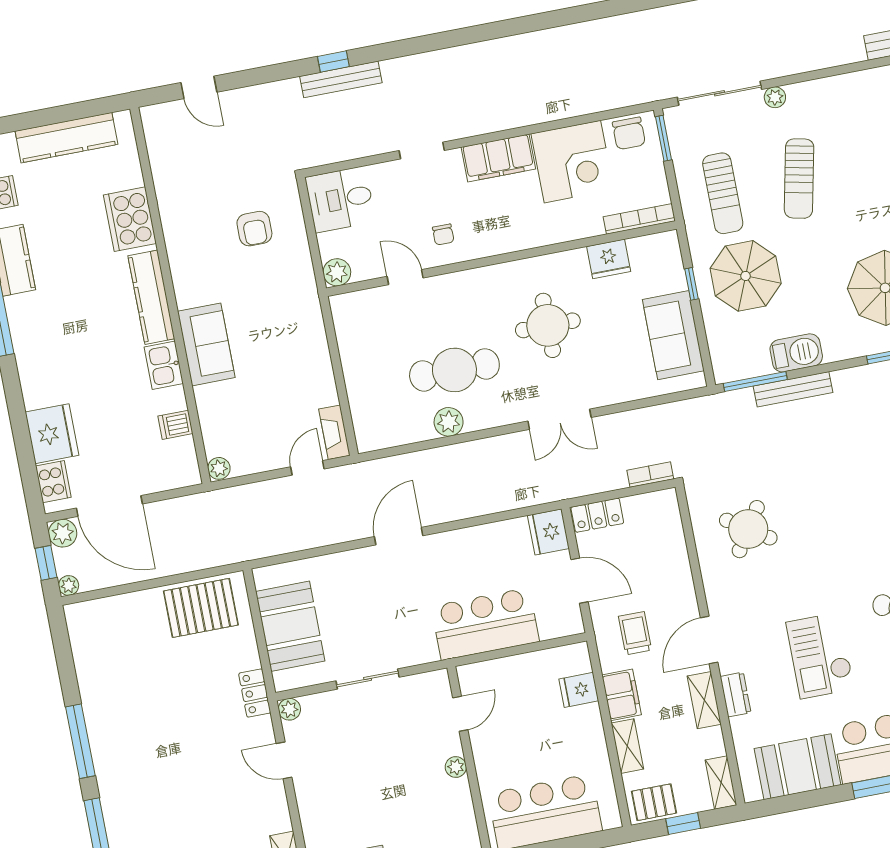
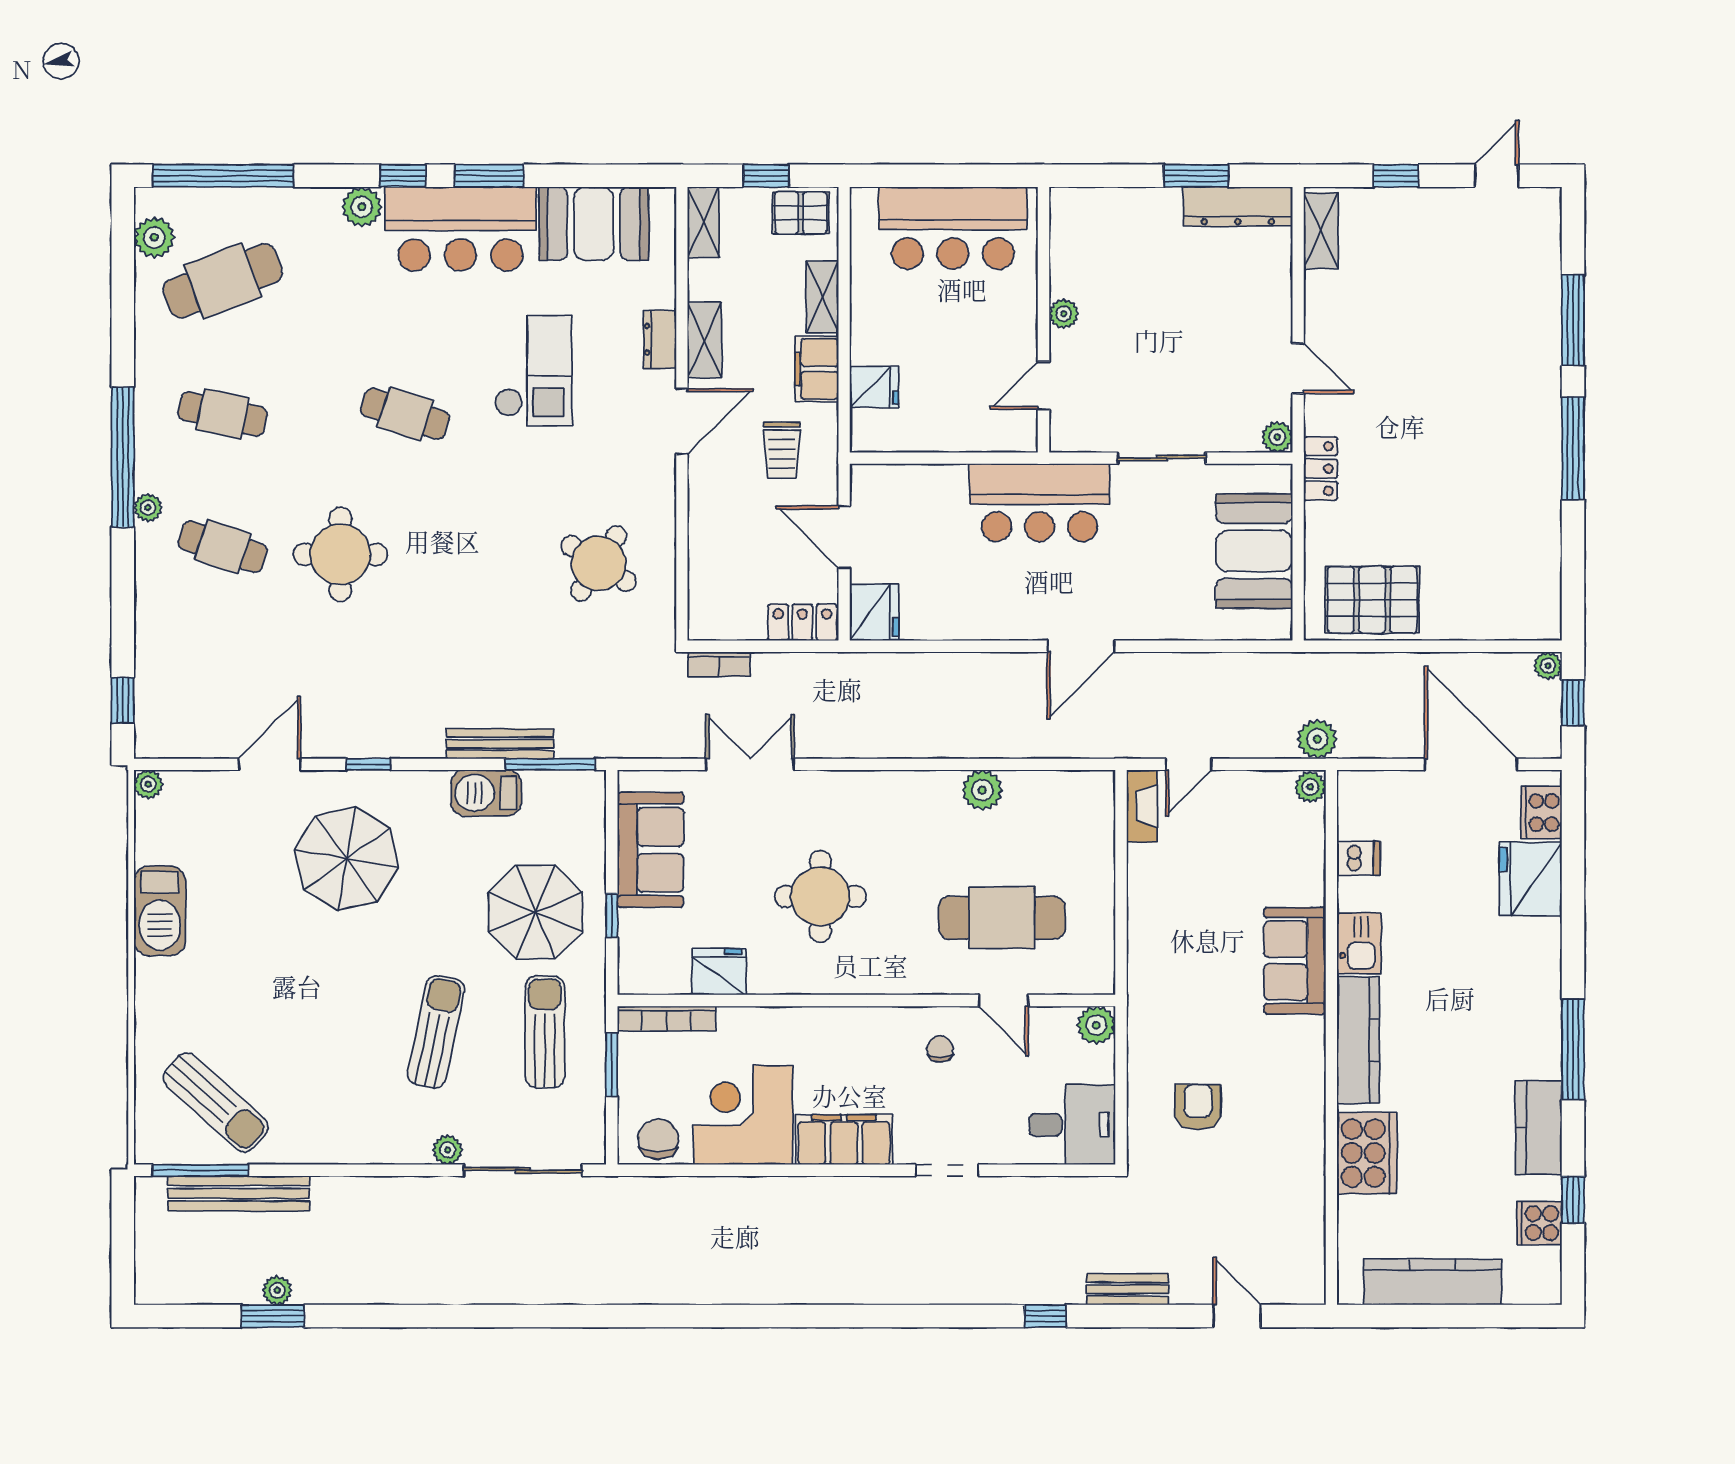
bench: (341, 79) -> (1128, 1289), moved, width x0.73
window: (663, 138) -> (612, 1065), moved
cafe table: (454, 370) -> (1002, 918), moved
double door: (559, 419) -> (750, 764), moved
plant: (63, 533) -> (1317, 739), moved
bar counter: (485, 624) -> (1040, 503), moved

